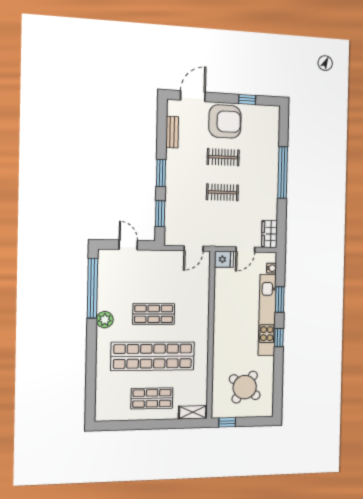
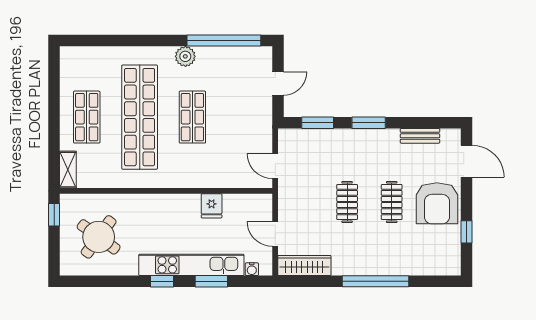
wardrobe: (269, 234) -> (304, 265), width x1.50
fridge: (224, 259) -> (212, 206), moved

